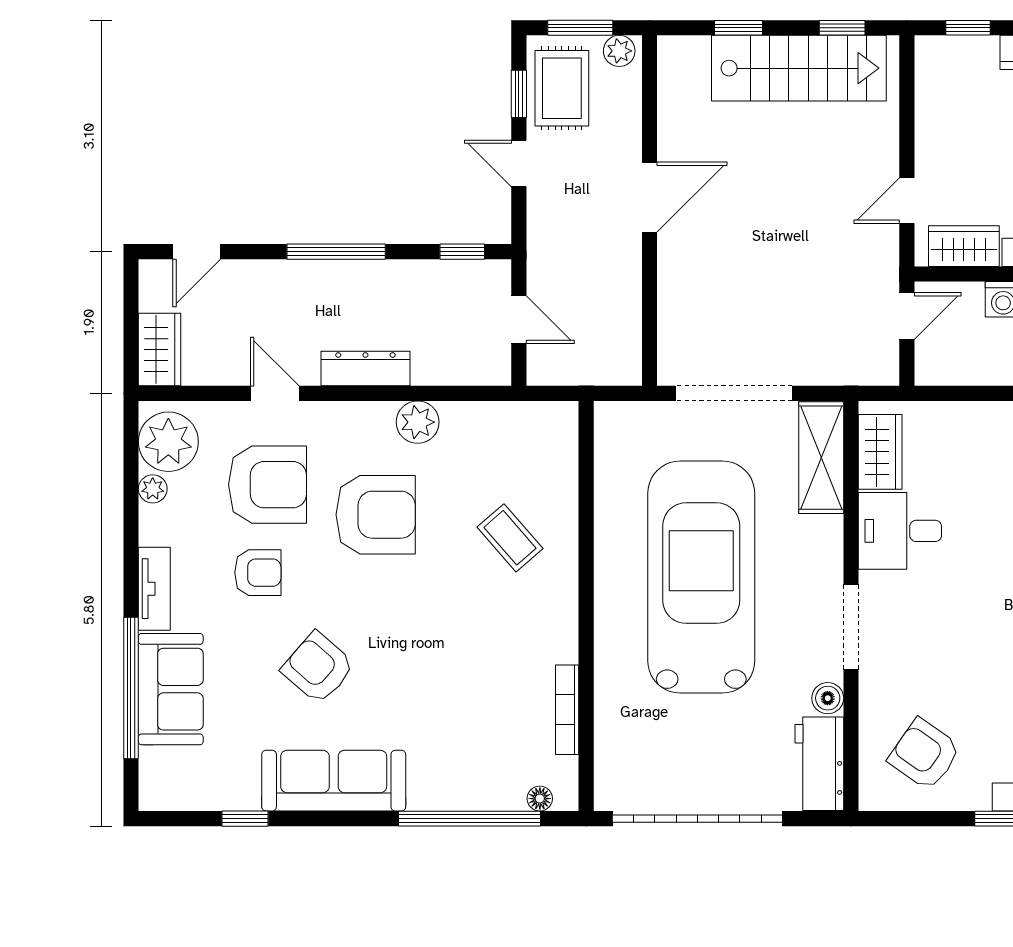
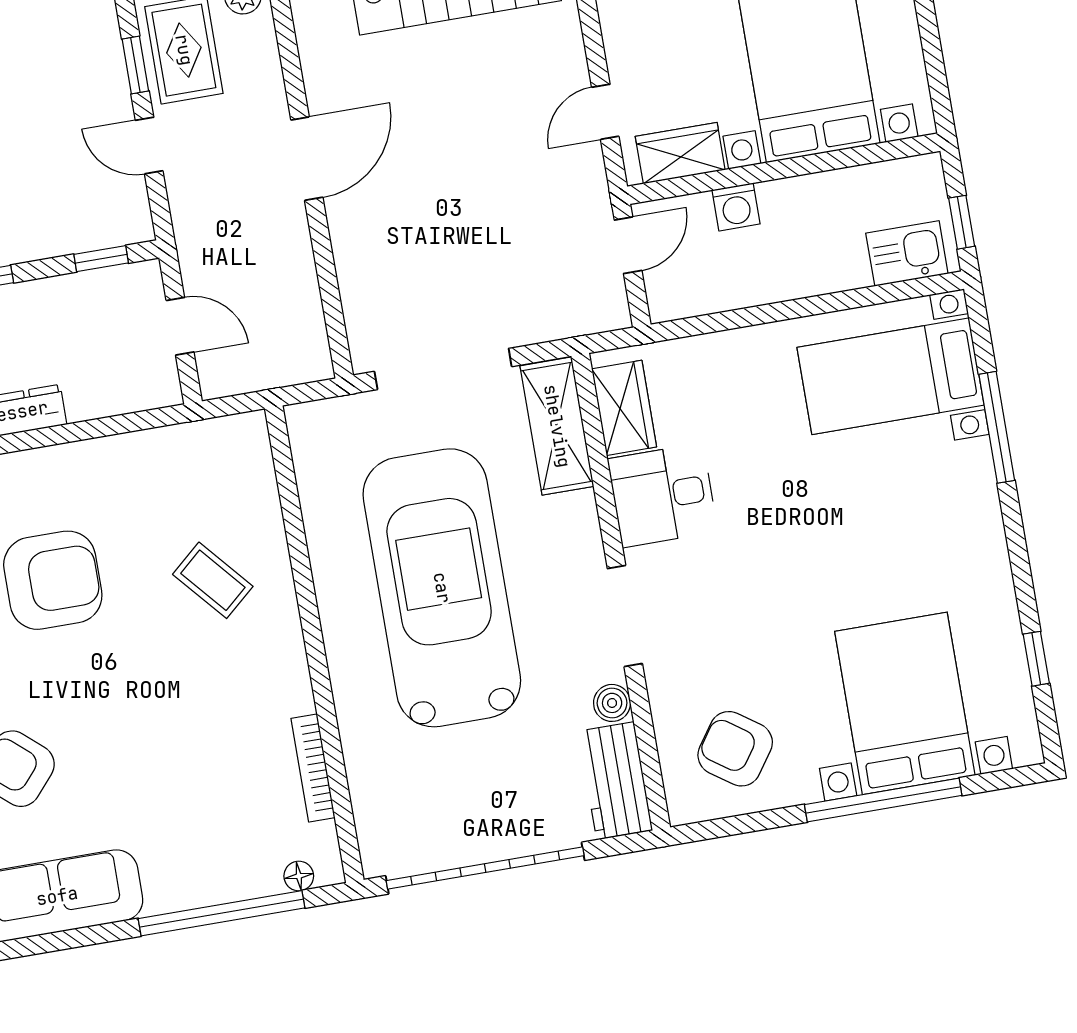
plant: (418, 422) -> (83, 465), removed

